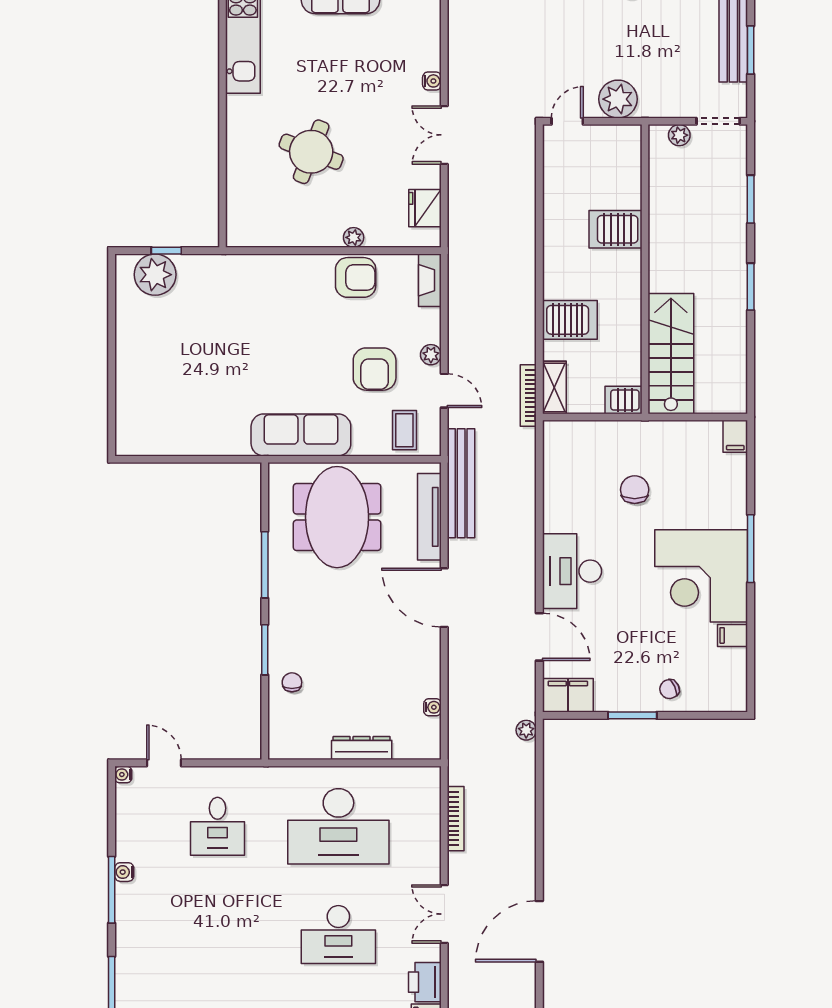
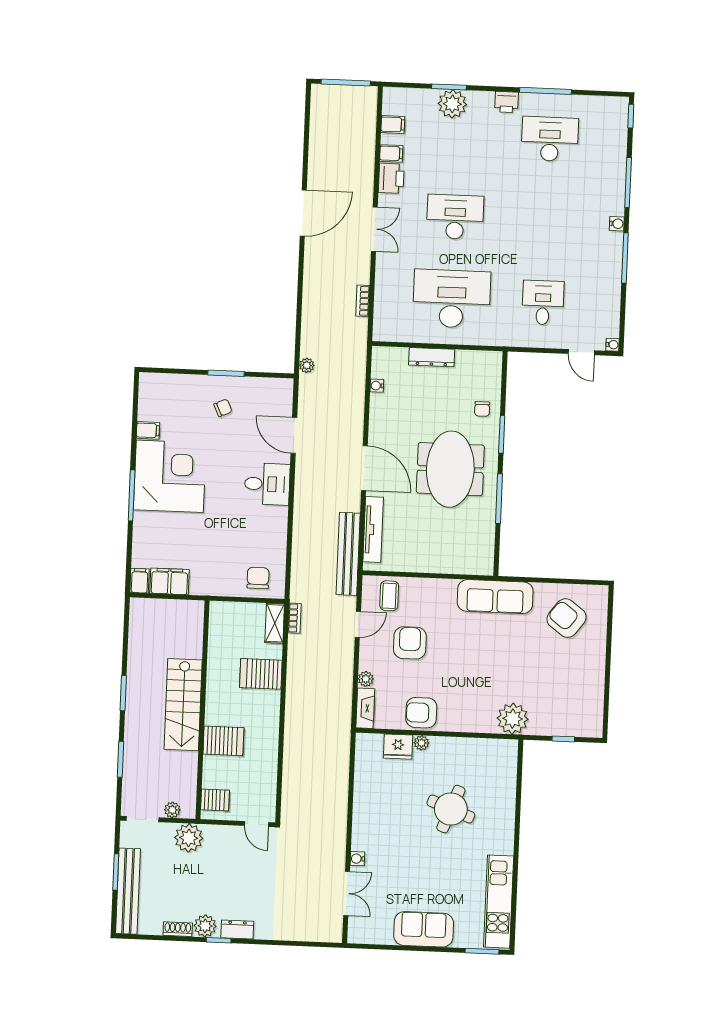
plant: (618, 99) -> (189, 838), moved
door: (567, 121) -> (257, 824), hinge flipped
double door: (444, 135) -> (347, 894), moved
fridge: (425, 208) -> (398, 747), moved, turned 90
plant: (155, 275) -> (513, 719), moved
stairs: (671, 354) -> (183, 705), moved
plant: (431, 355) -> (366, 679), moved
door: (444, 391) -> (358, 624), swing flipped
bookcase: (528, 396) -> (295, 618), width x0.64
server rack: (623, 400) -> (215, 800), moved
armchair: (169, 411) -> (567, 618), added
sofa: (301, 435) -> (495, 597), moved
chair: (635, 490) -> (258, 578), moved, turned 180
meeting table: (337, 517) -> (450, 469), moved
desk: (572, 571) -> (267, 484), width x0.73
chair: (669, 689) -> (223, 408), moved
filing cabinet: (568, 695) -> (169, 581), moved, turned 180
bookcase: (456, 819) -> (363, 301), width x0.64
water cooler: (124, 872) -> (617, 224), moved

